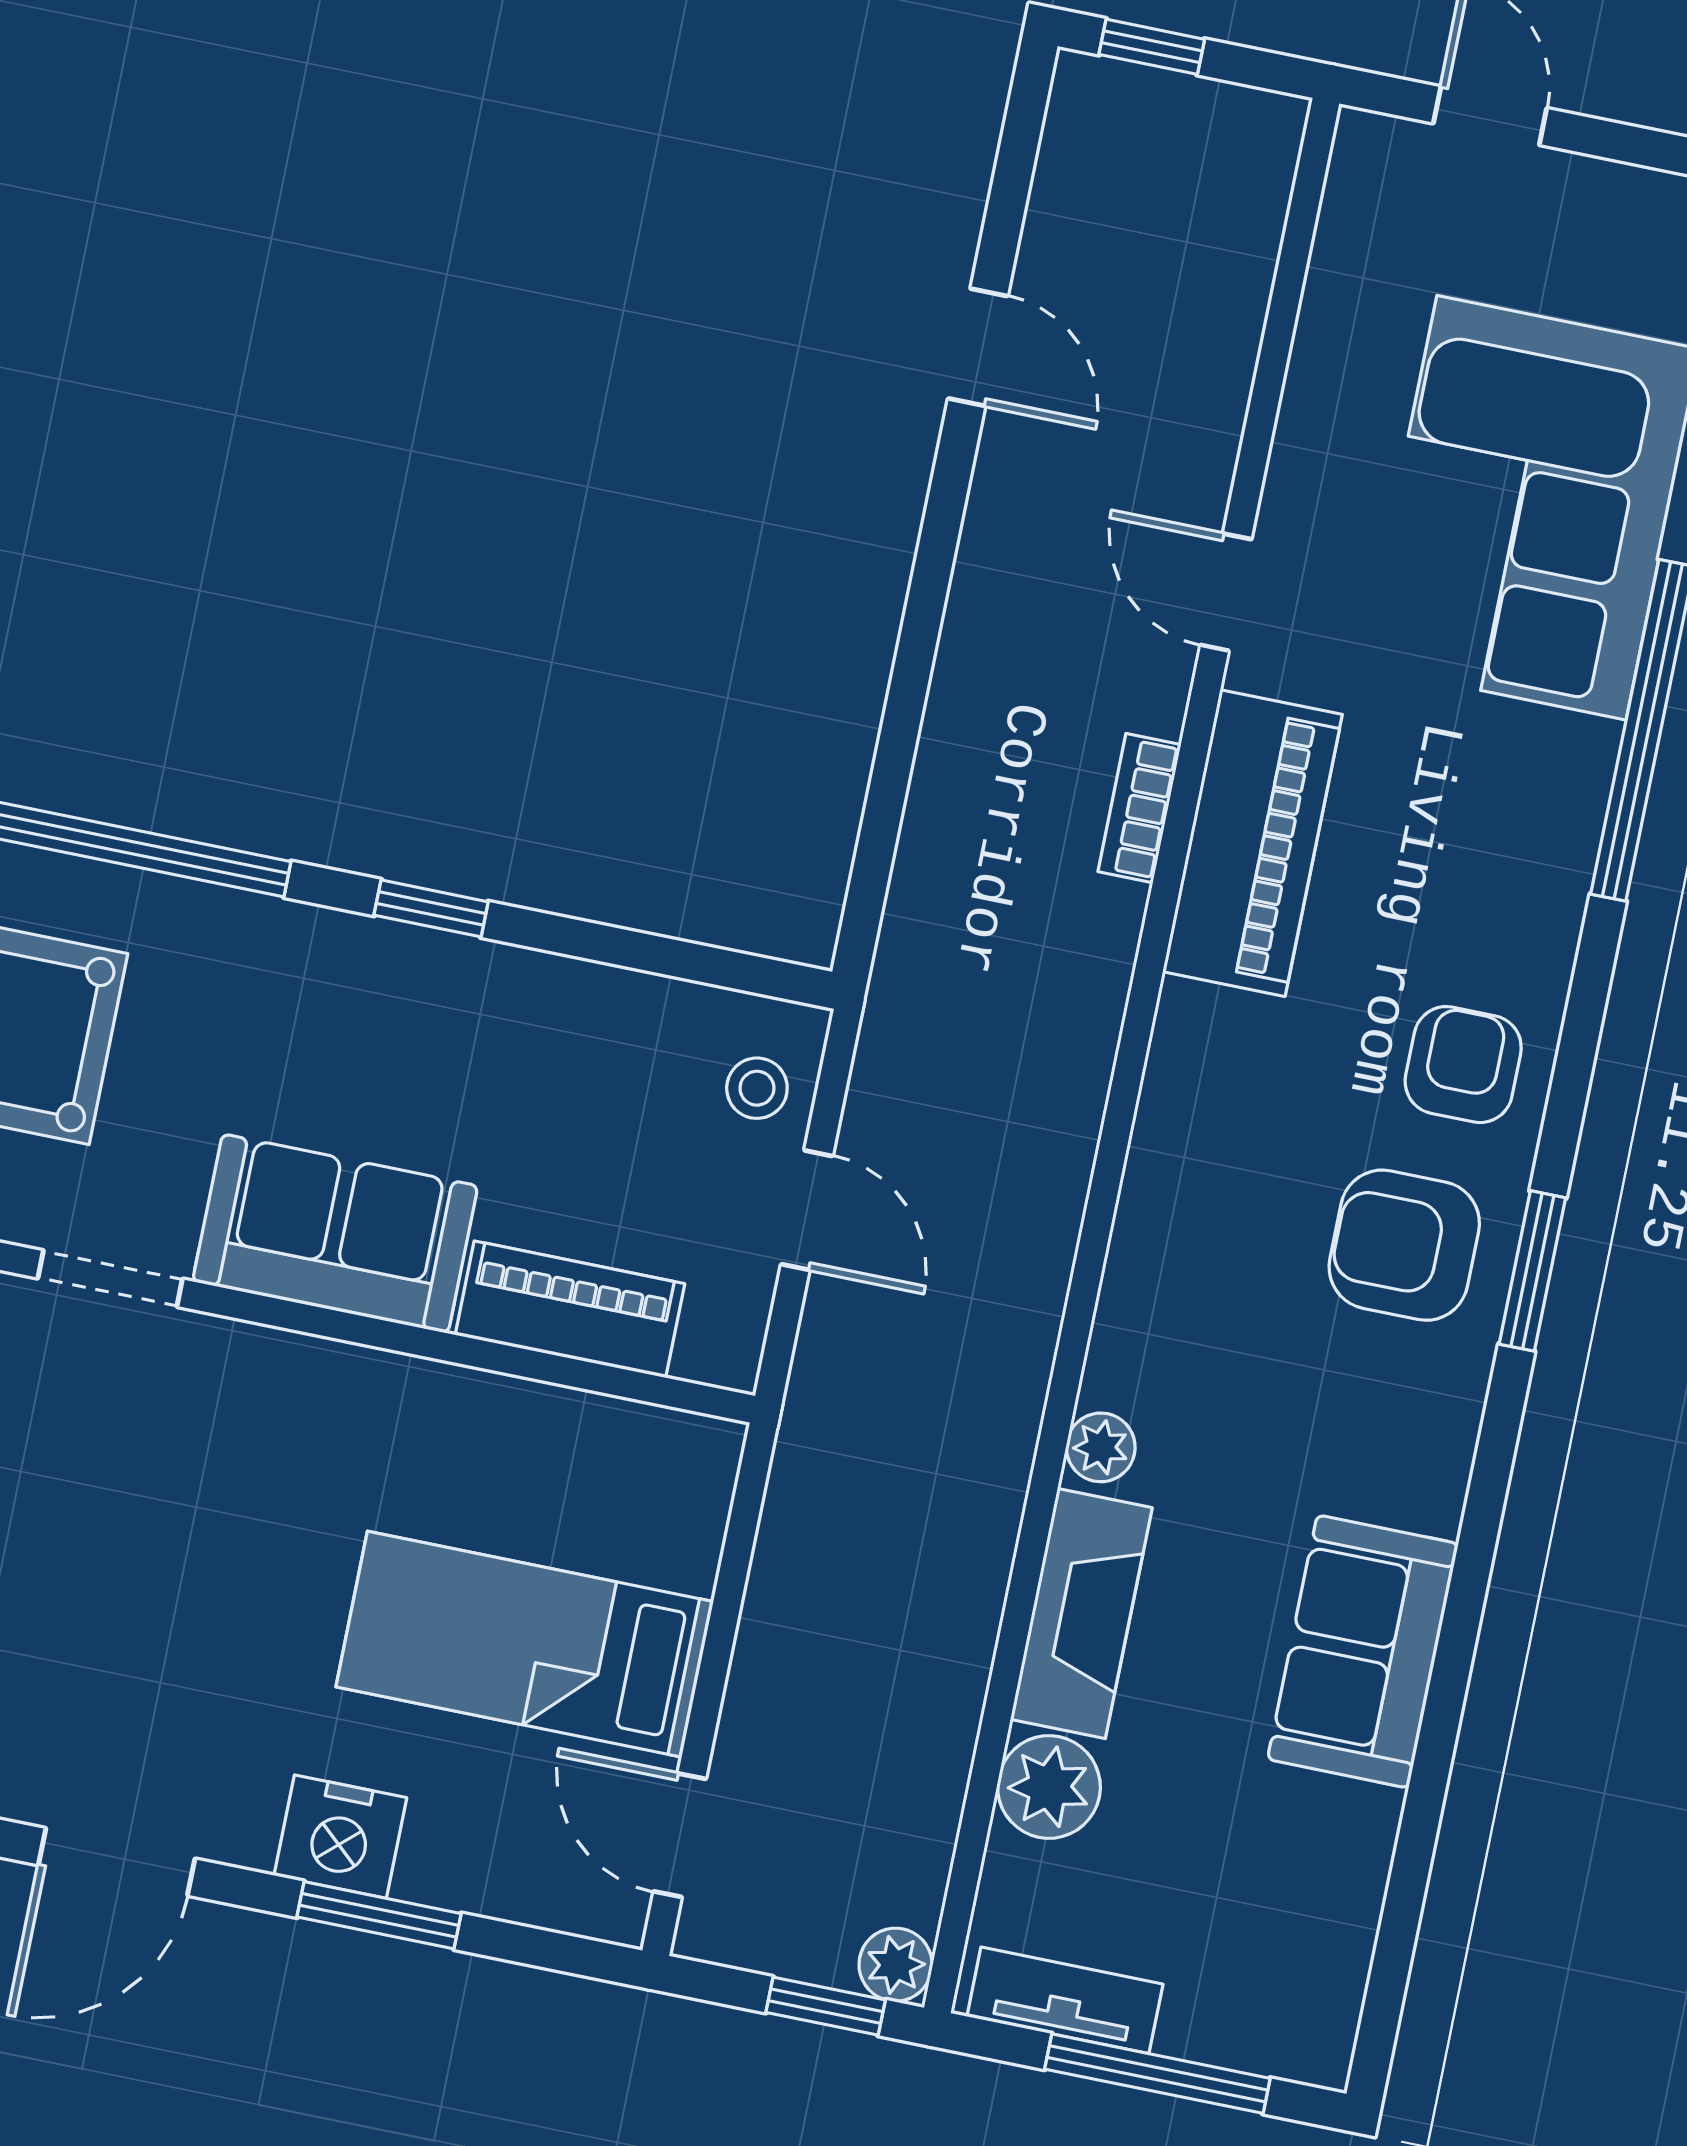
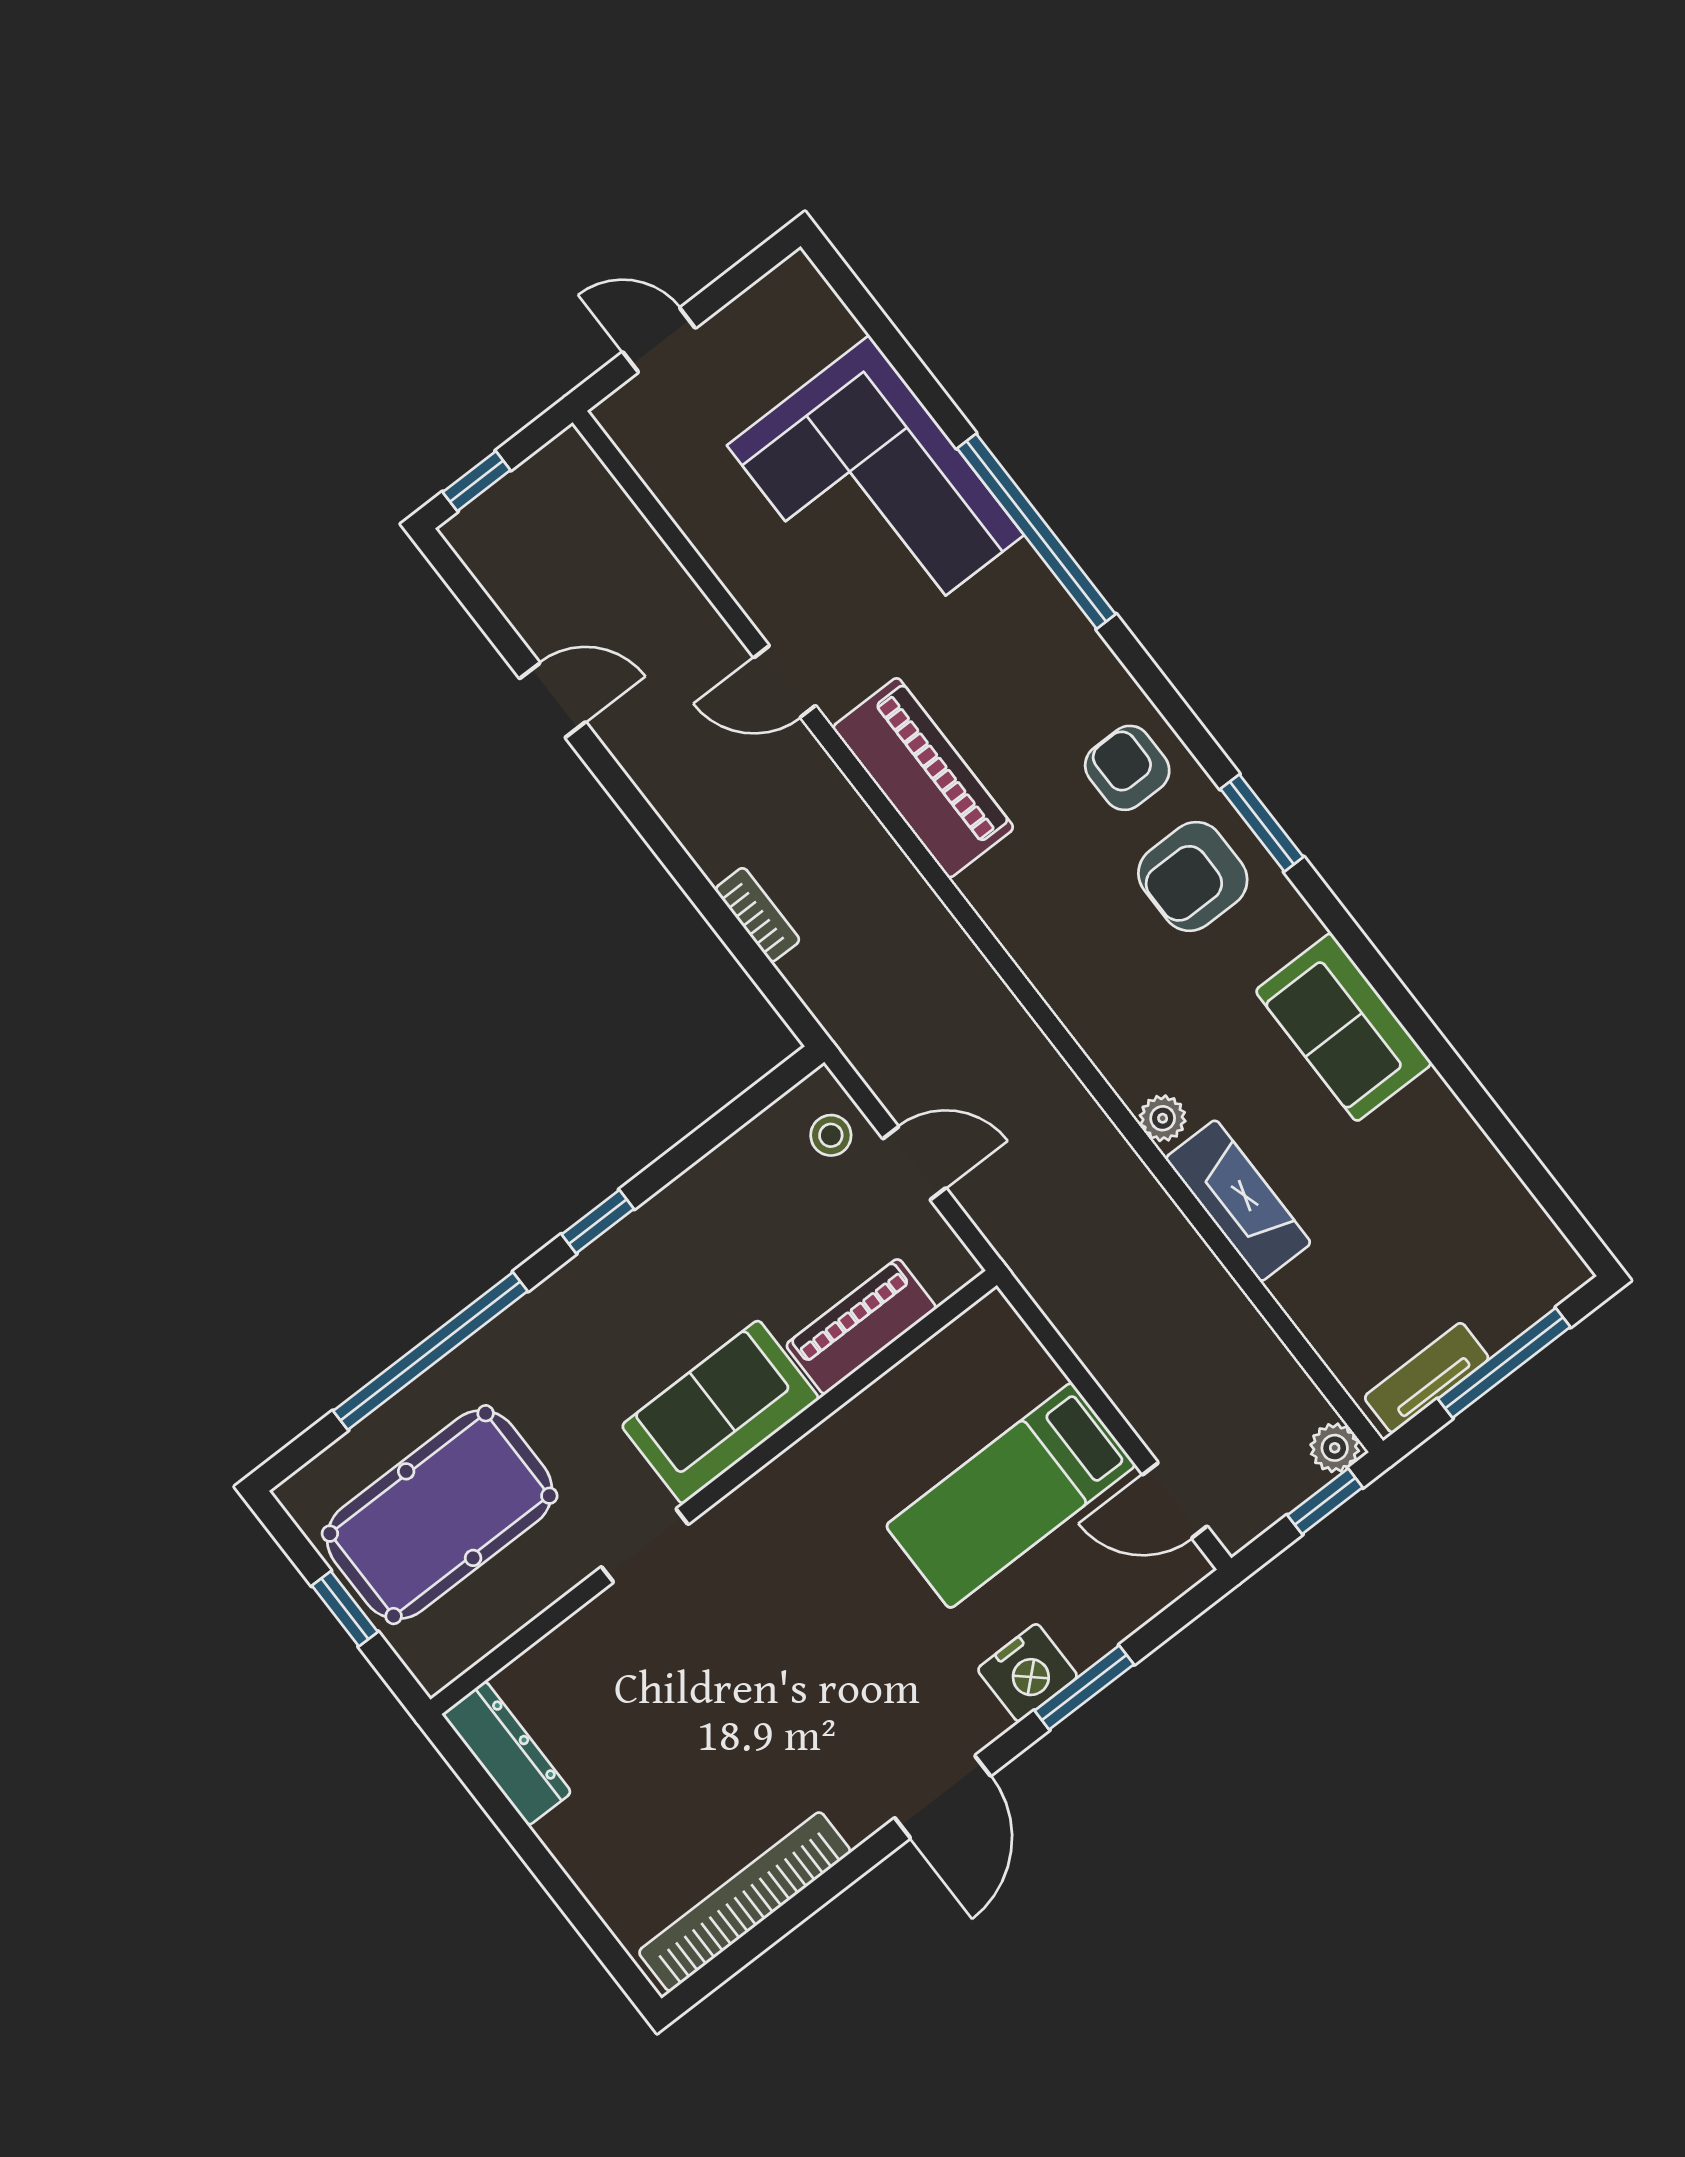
bookcase: (1139, 808) -> (757, 915), moved, turned 180
sofa: (1363, 1651) -> (1344, 1027), moved
plant: (1049, 1787) -> (1312, 1293), removed

